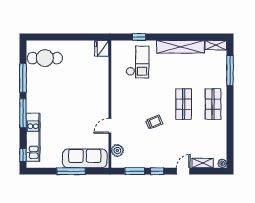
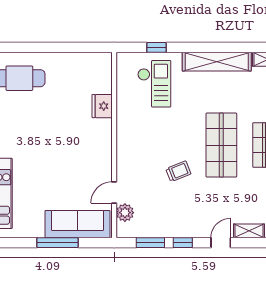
fridge: (102, 48) -> (102, 106), moved
shop shelf: (184, 104) -> (221, 145), width x1.43, depth x1.36
door: (110, 126) -> (114, 193), moved

